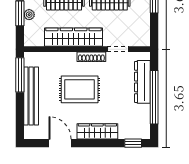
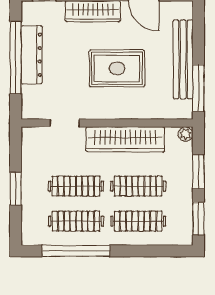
plant: (29, 15) -> (186, 134), moved
shoe rack: (91, 57) -> (101, 113), removed
dresser: (142, 82) -> (32, 55), moved

